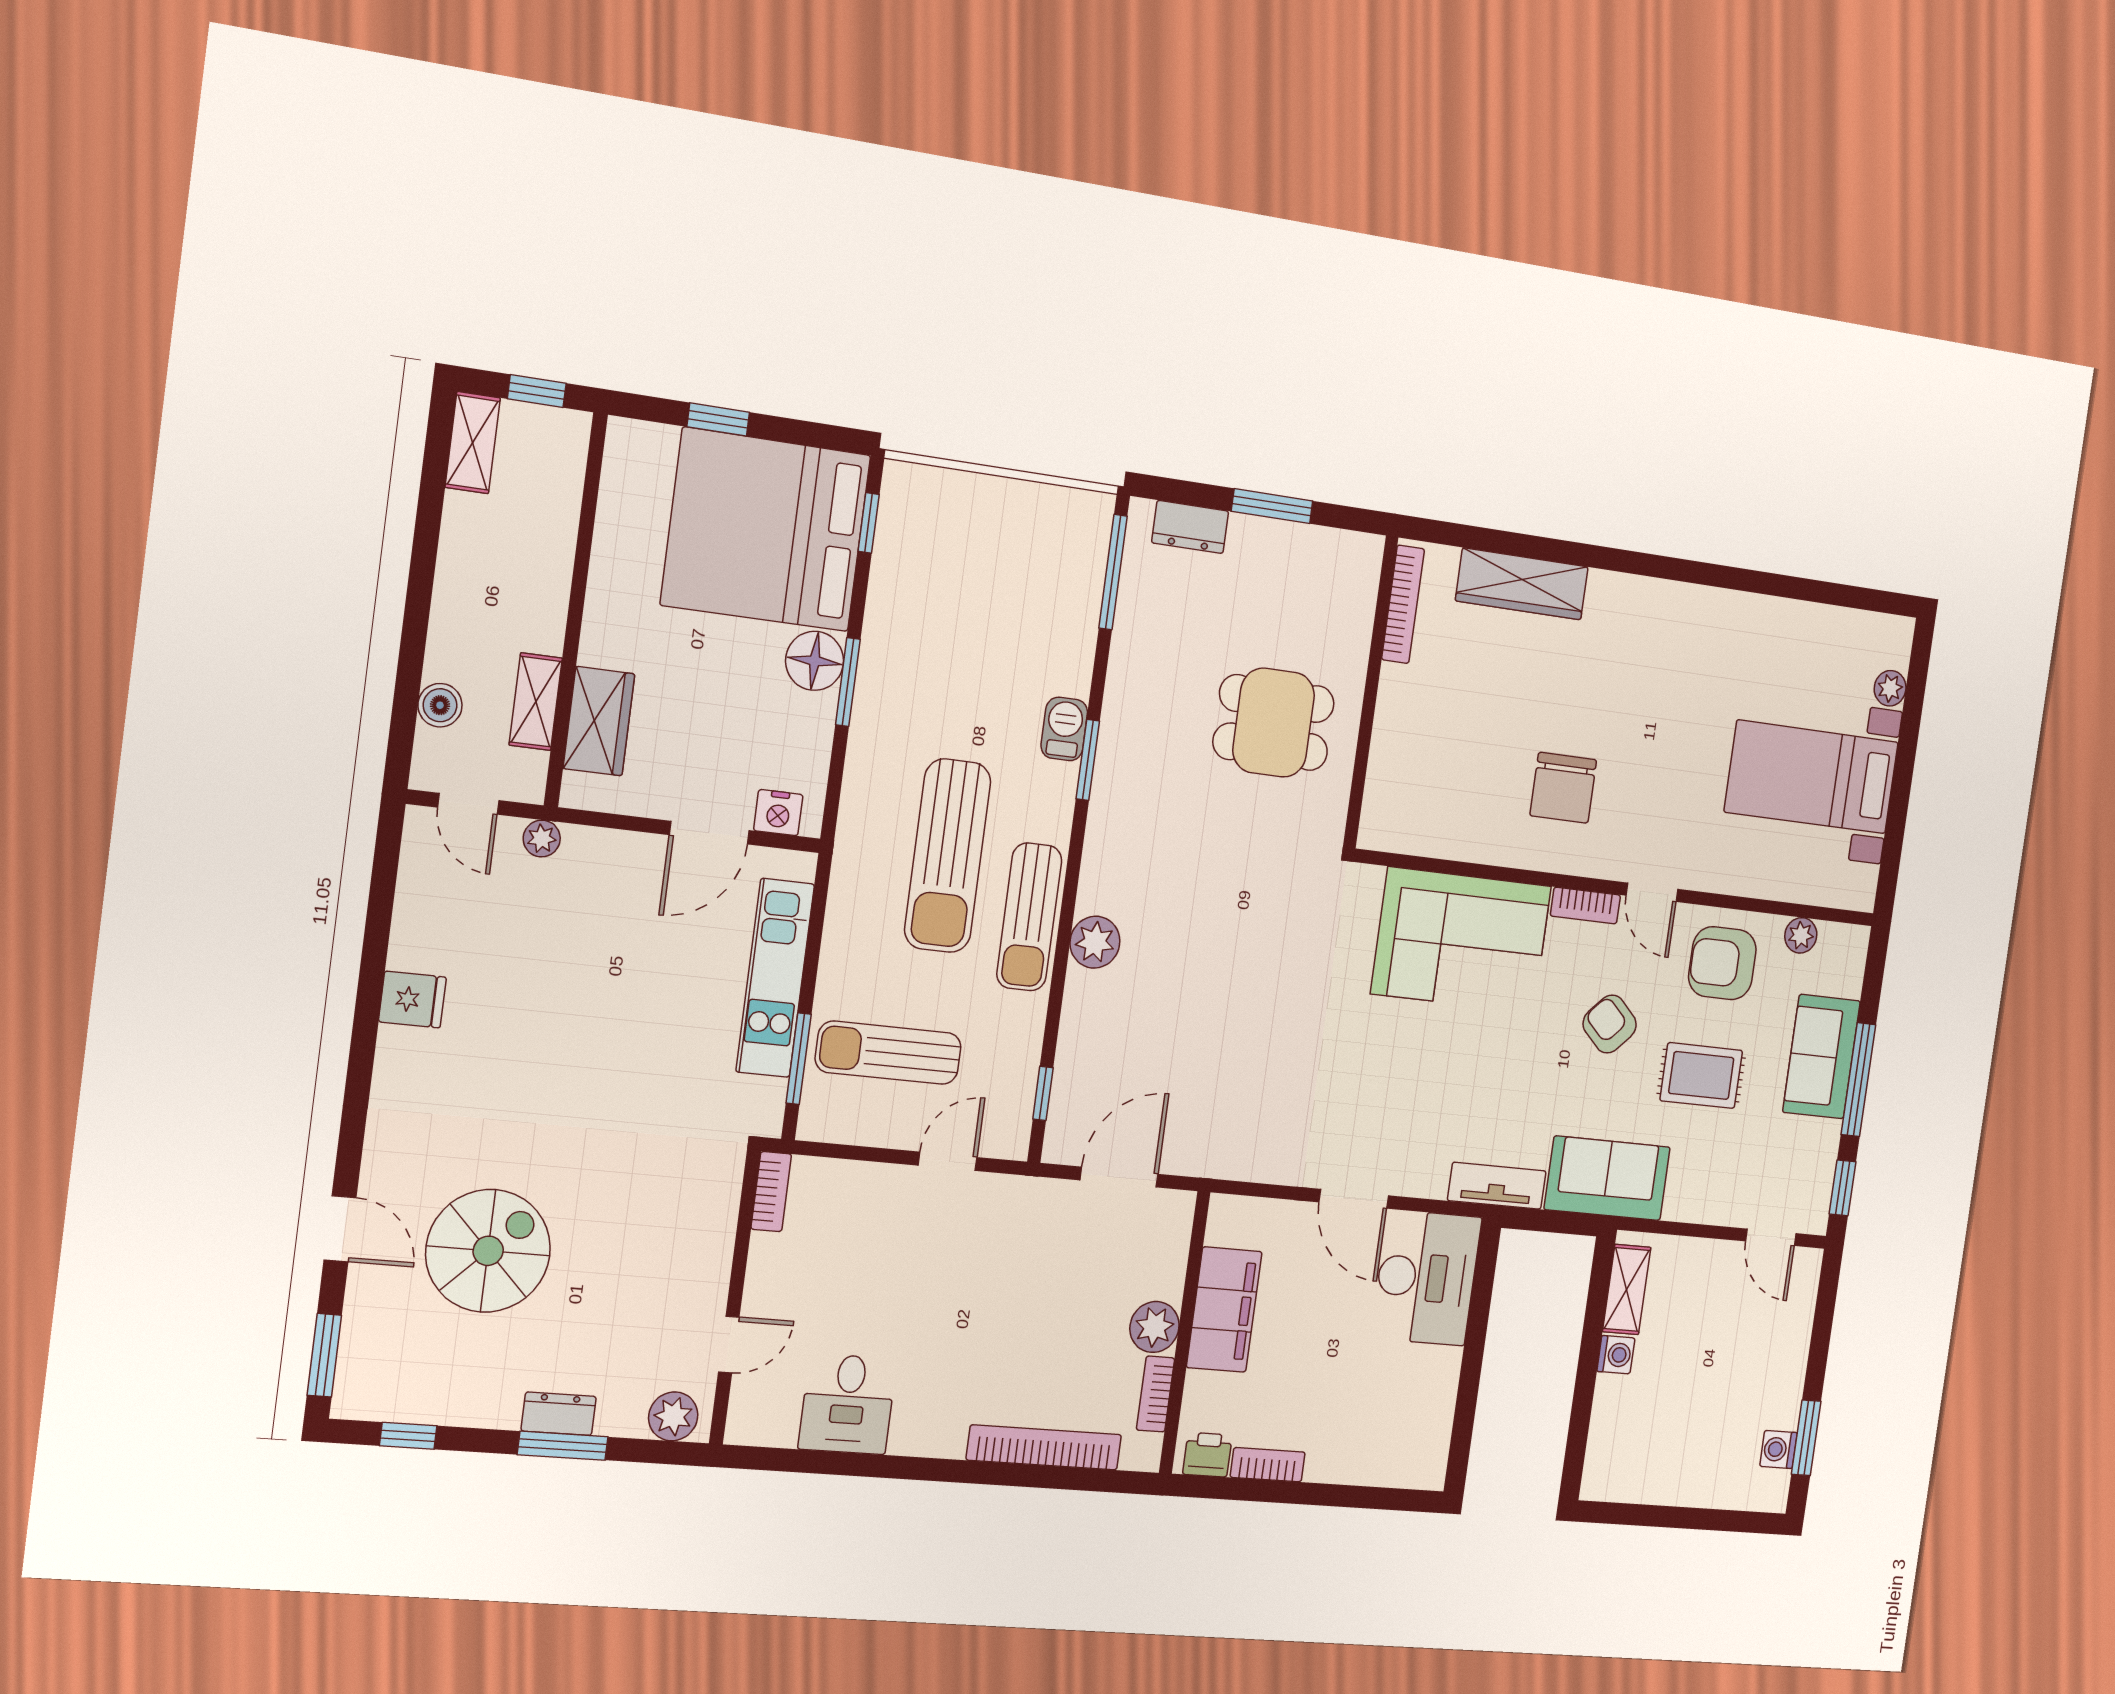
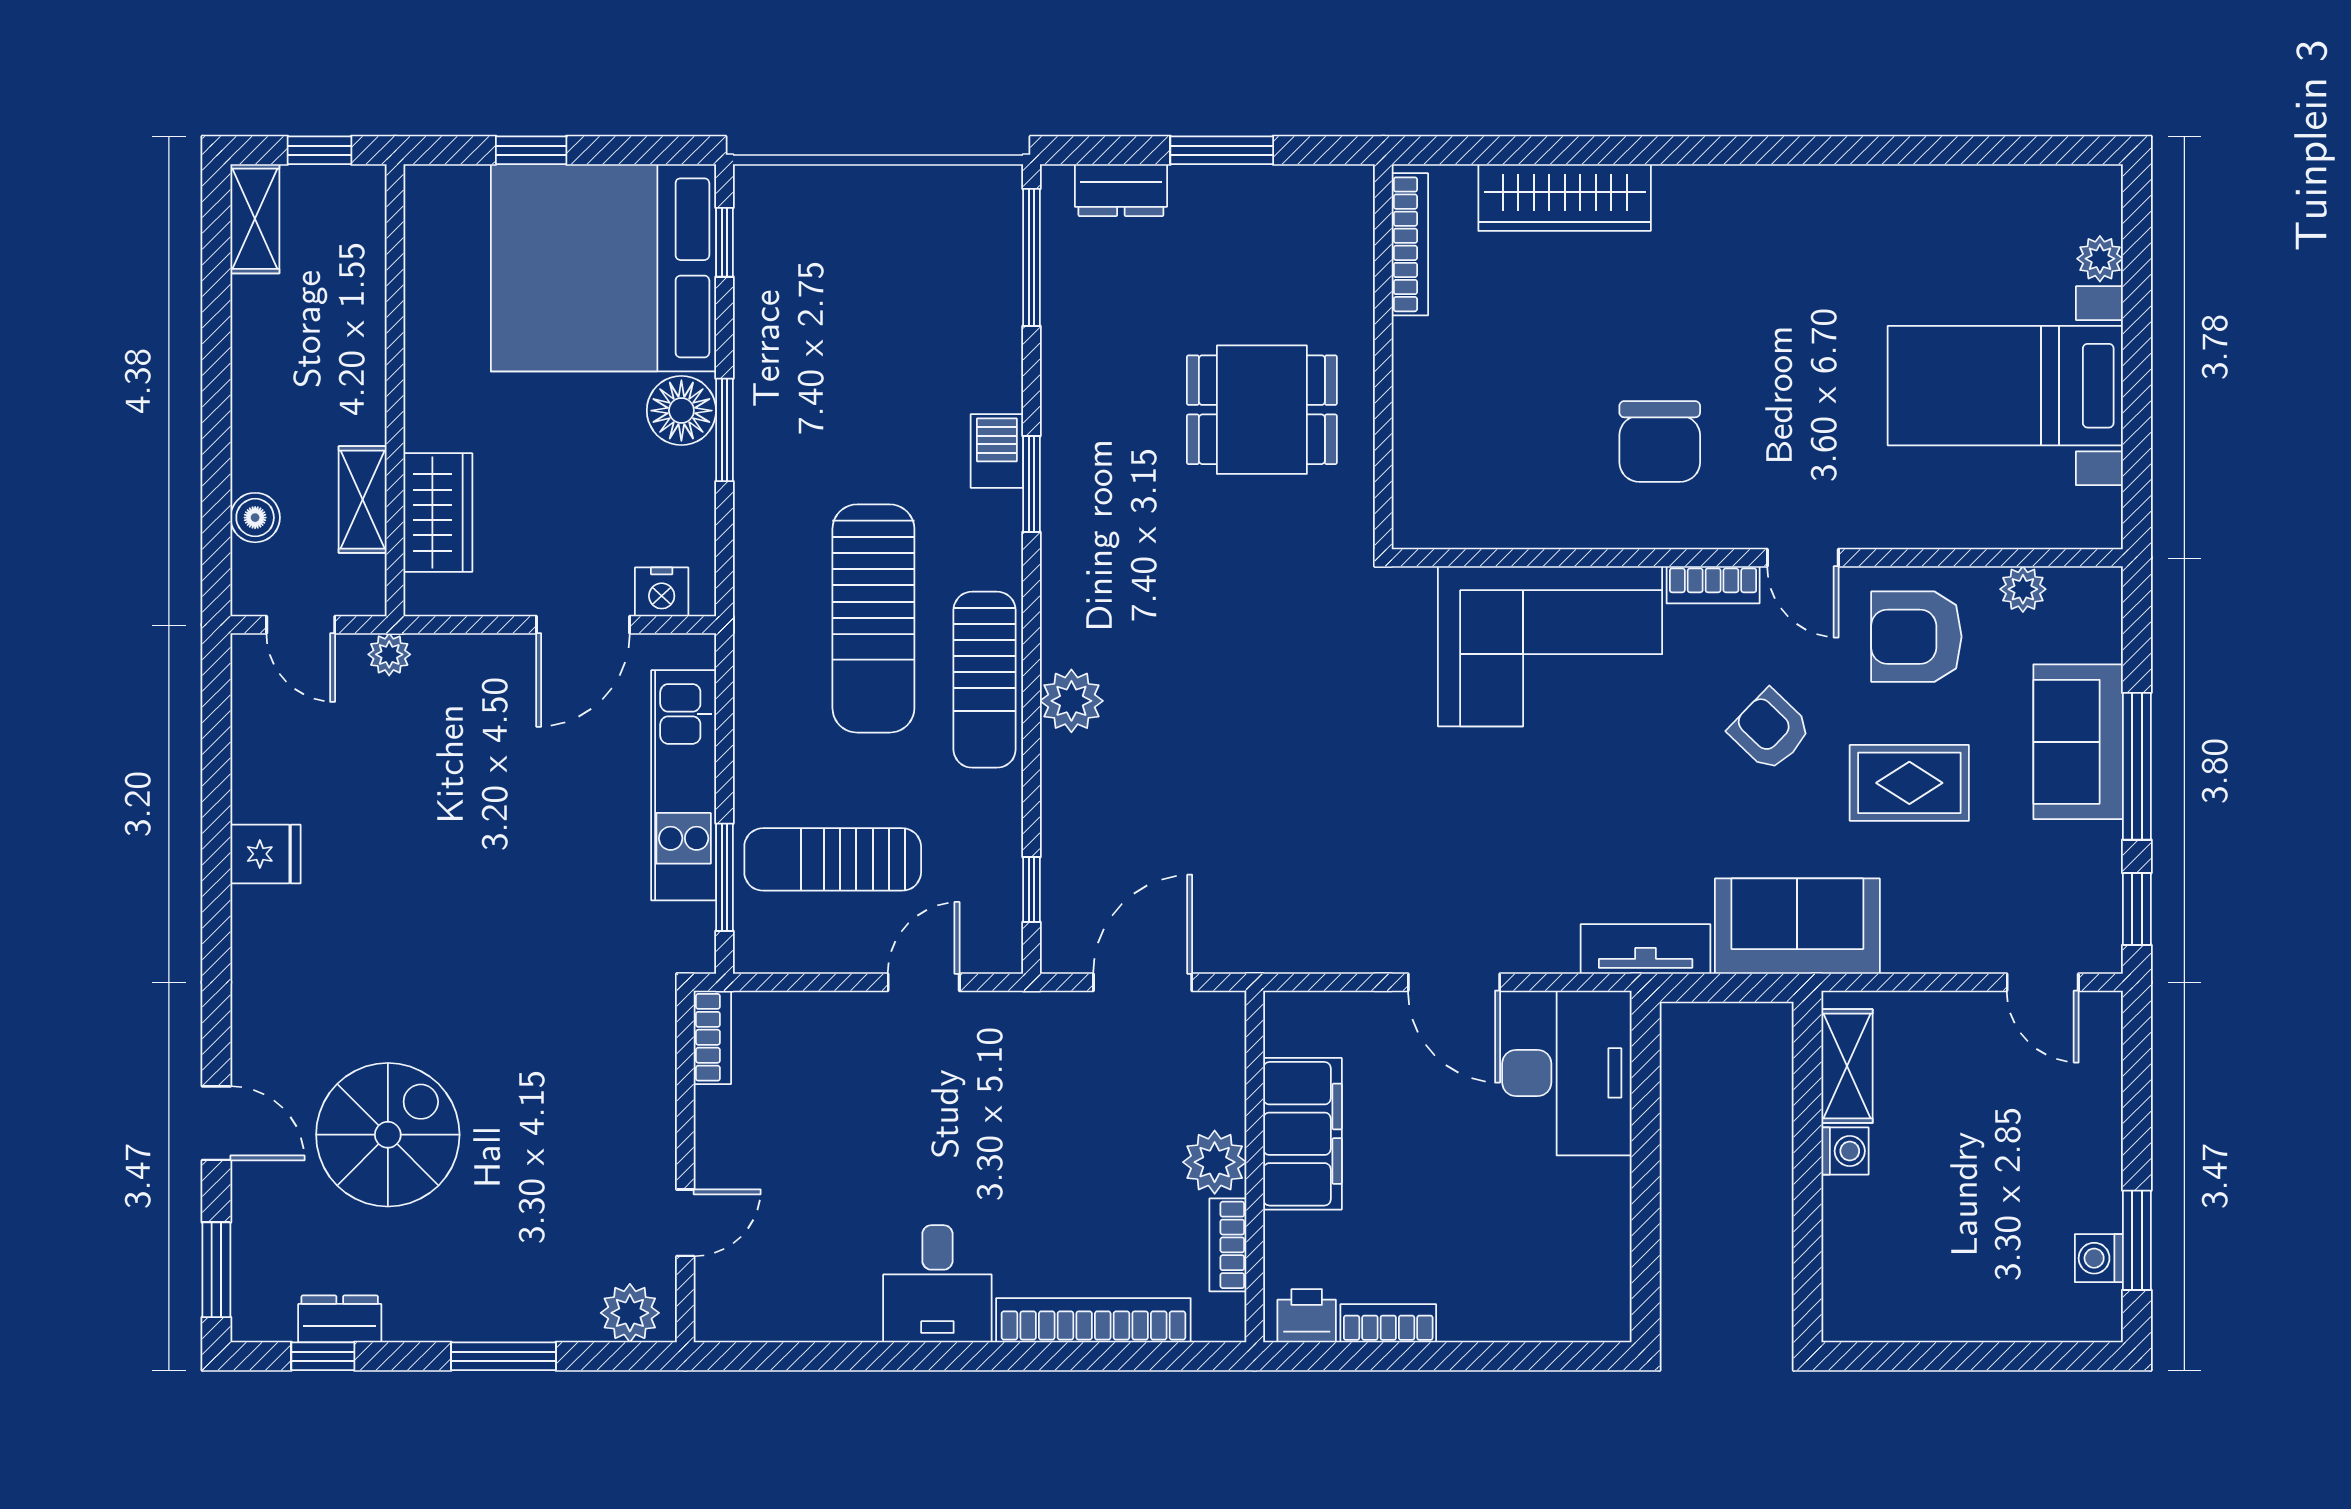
desk: (848, 1404) -> (937, 1284), moved
dresser: (559, 1414) -> (340, 1319), moved

